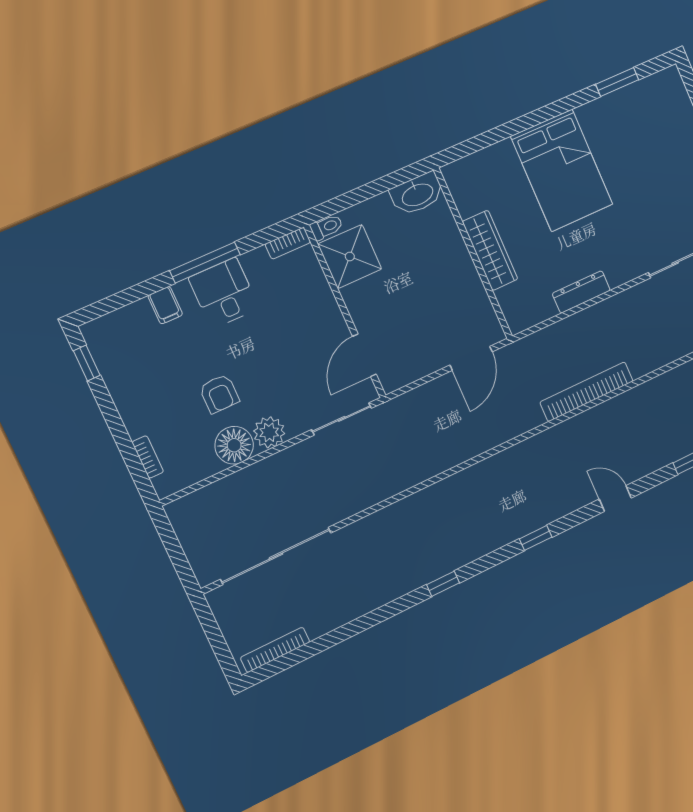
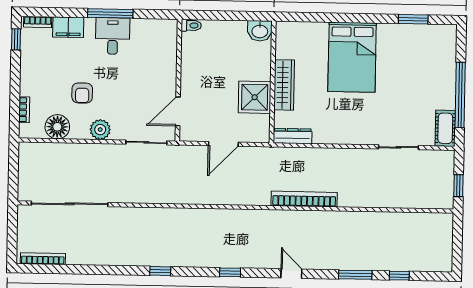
washbasin: (417, 194) -> (260, 31), width x0.72
bookcase: (288, 243) -> (38, 22), moved
shower: (350, 256) -> (255, 97), moved
dresser: (581, 292) -> (293, 136), moved
filing cabinet: (165, 305) -> (68, 27), width x2.00
door: (471, 358) -> (223, 144), moved
floor lamp: (234, 445) -> (57, 127), moved

